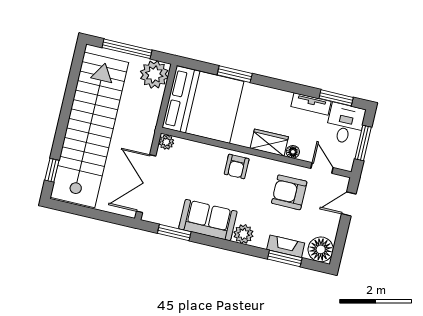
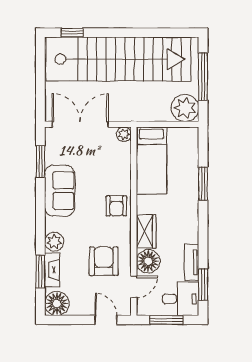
bed: (203, 105) -> (152, 160), width x0.49
floor lamp: (293, 152) -> (148, 261), width x1.89, depth x1.89
armchair: (237, 166) -> (116, 206), turned -90
plant: (243, 234) -> (54, 242), moved

